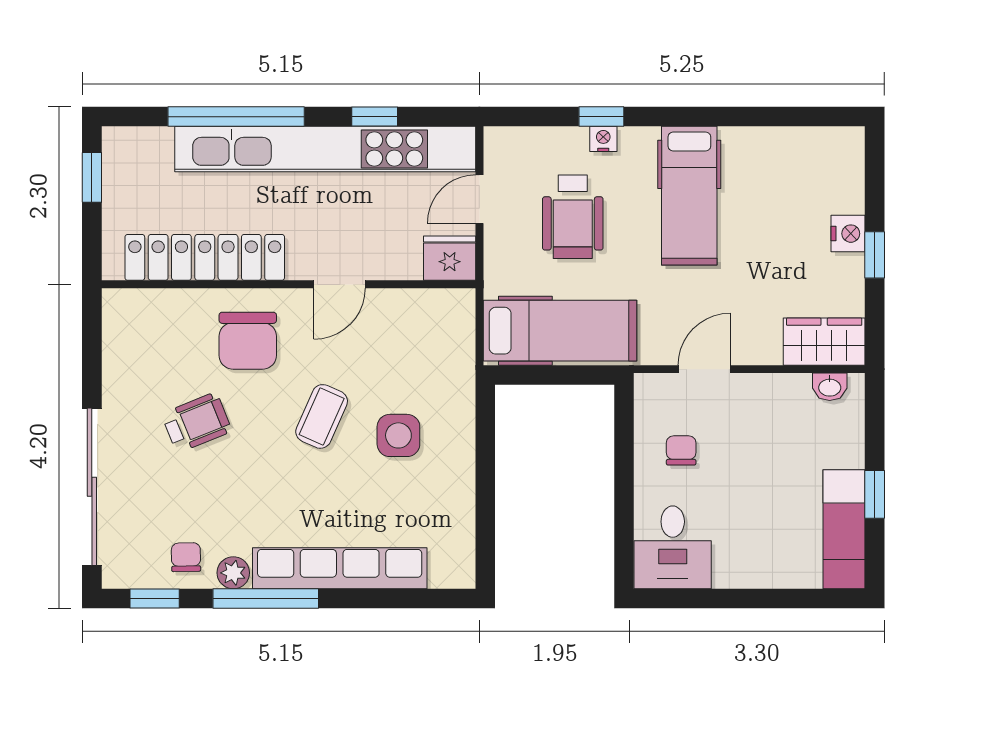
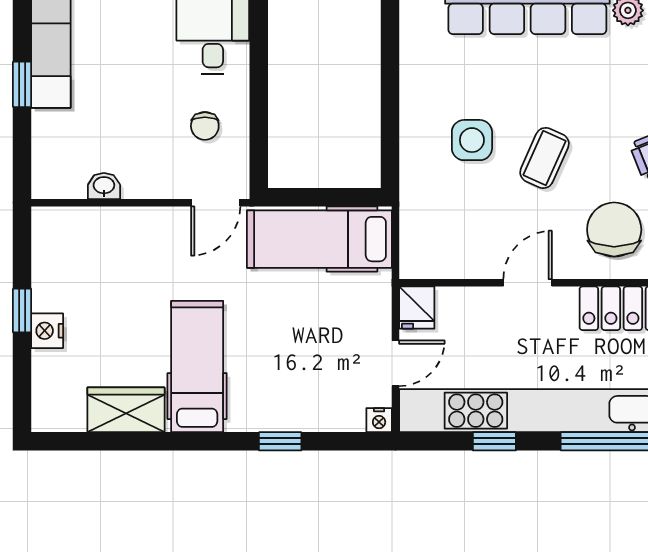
nightstand: (603, 139) -> (379, 420), moved
wheelchair: (573, 217) -> (307, 347), removed
fridge: (450, 258) -> (417, 308), width x0.72
wardrobe: (824, 342) -> (126, 410), moved, turned 180
door: (704, 369) -> (216, 203), moved
washbasin: (830, 387) -> (104, 186), moved

